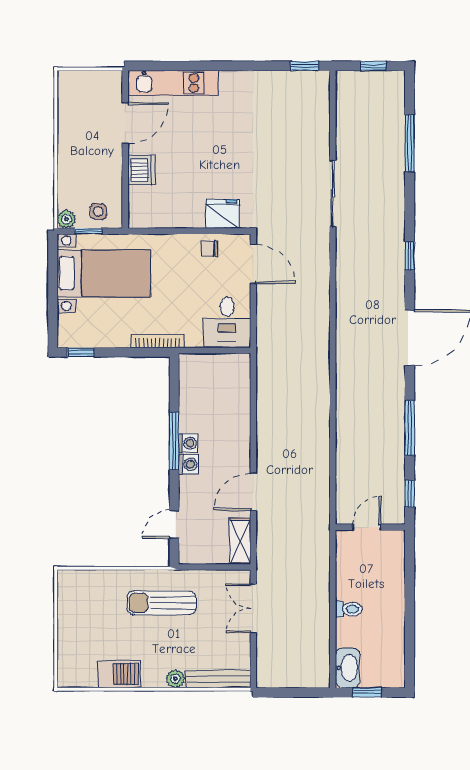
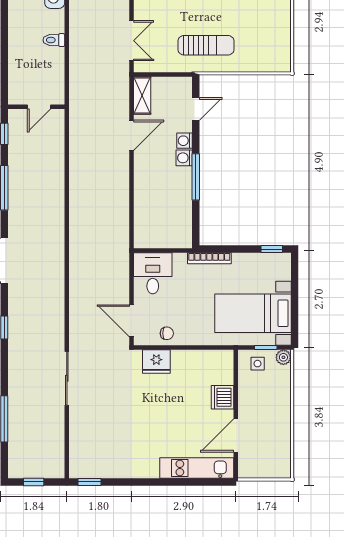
washing machine: (188, 443) -> (184, 141), moved

